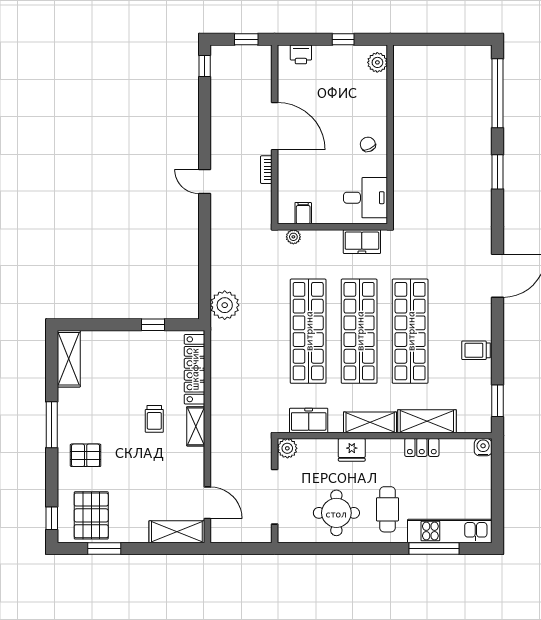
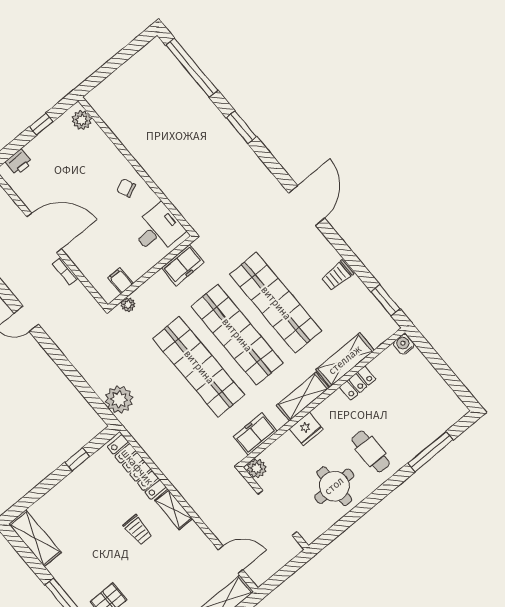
kitchen unit: (450, 531) -> (431, 429), removed

